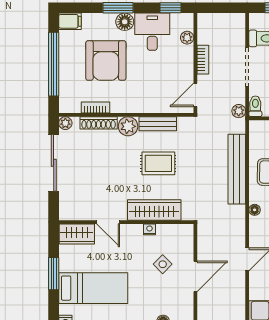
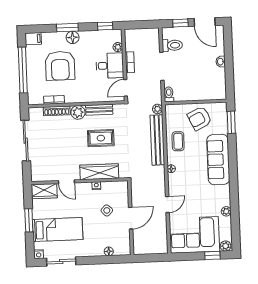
desk: (152, 32) -> (110, 66), moved, turned 90
plant: (239, 111) -> (157, 109), moved
plant: (65, 123) -> (33, 112), removed

